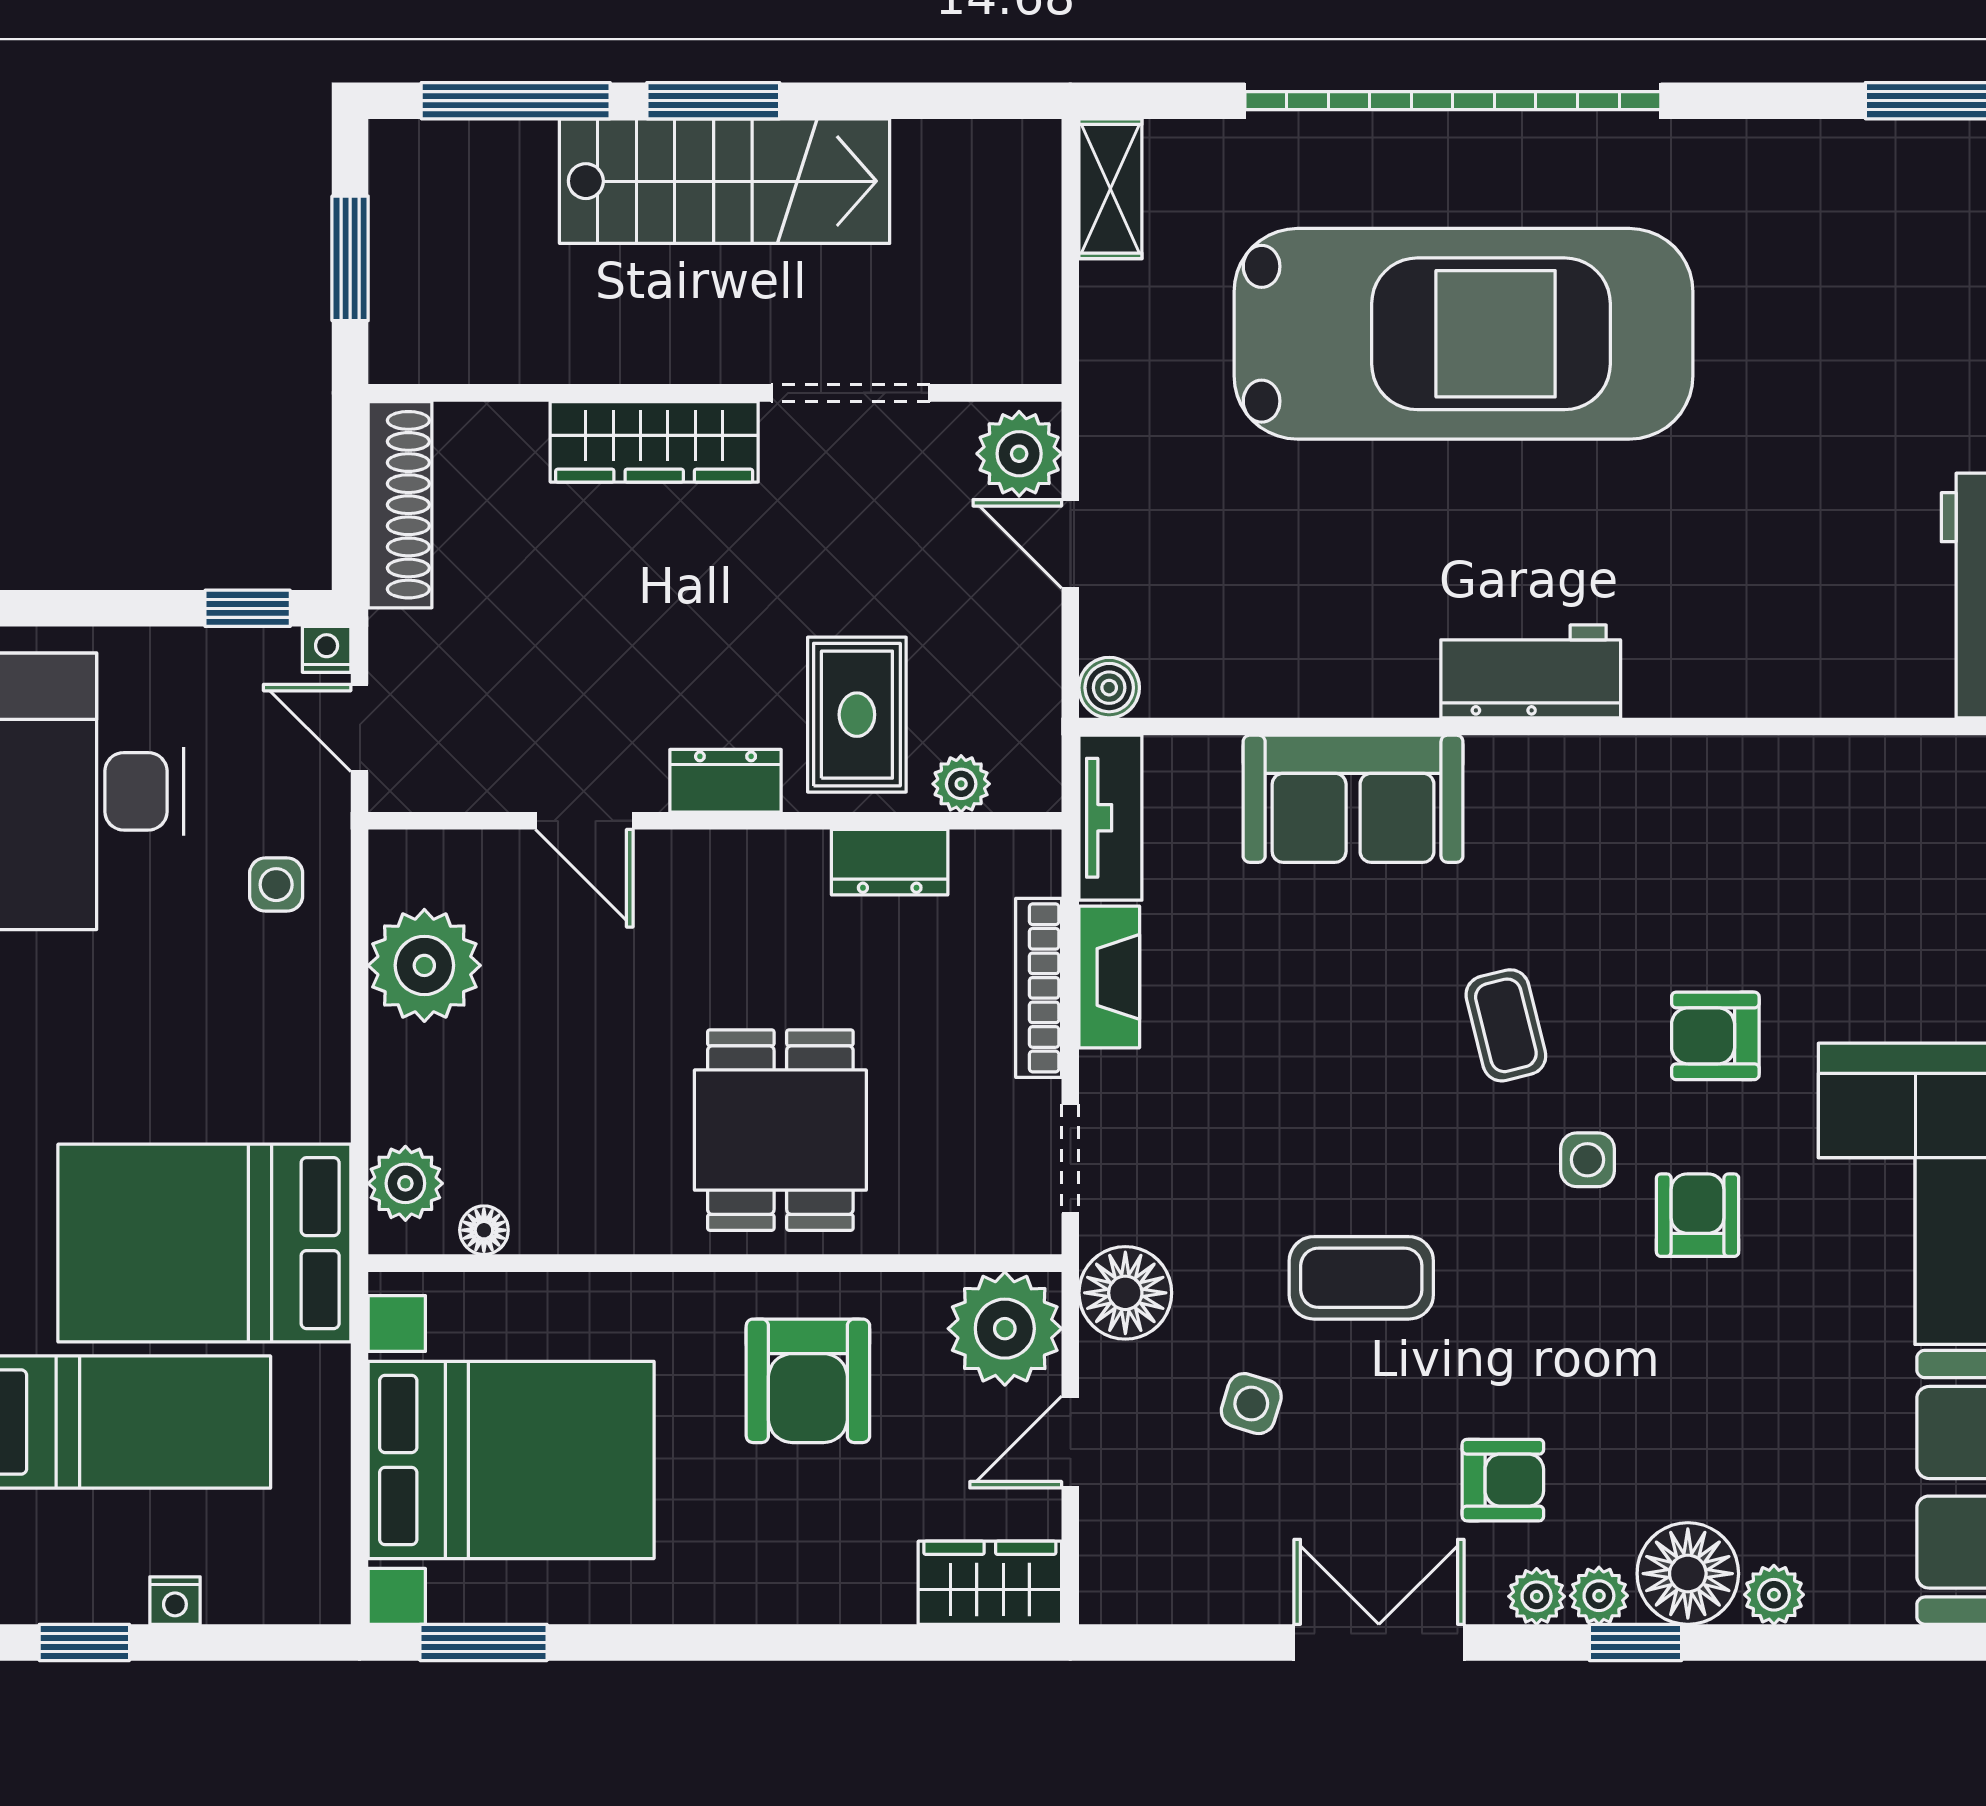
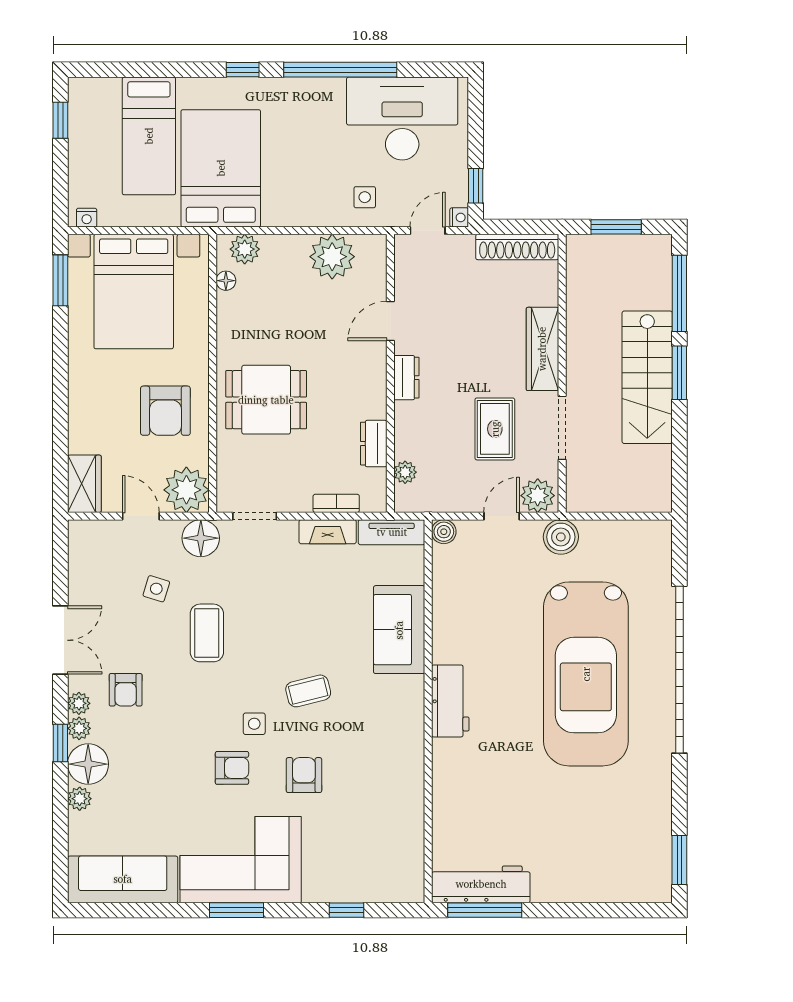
shelving: (1110, 189) -> (644, 532), removed
boiler: (1122, 396) -> (561, 537), added
rug: (857, 715) -> (495, 429), moved, turned 90
bookcase: (1039, 988) -> (336, 503), width x0.64
armchair: (808, 1381) -> (165, 411), turned -90
nightstand: (175, 1601) -> (87, 218), moved, turned -90

